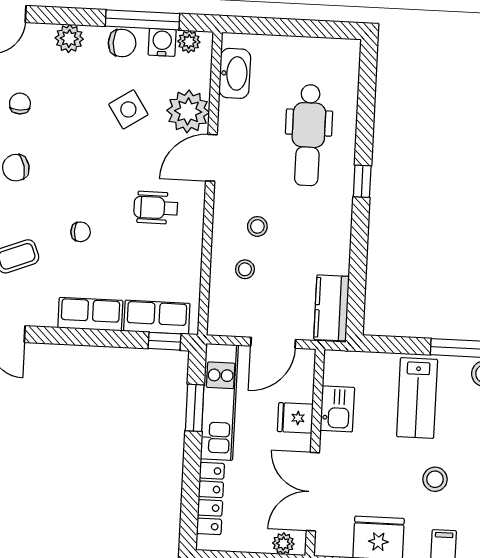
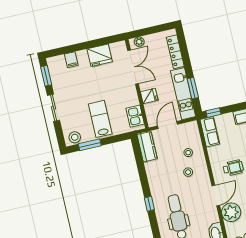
row of seats: (157, 317) -> (210, 132), moved, turned -90
kitchen sink: (337, 409) -> (135, 116), moved
stool: (435, 479) -> (83, 87), removed

